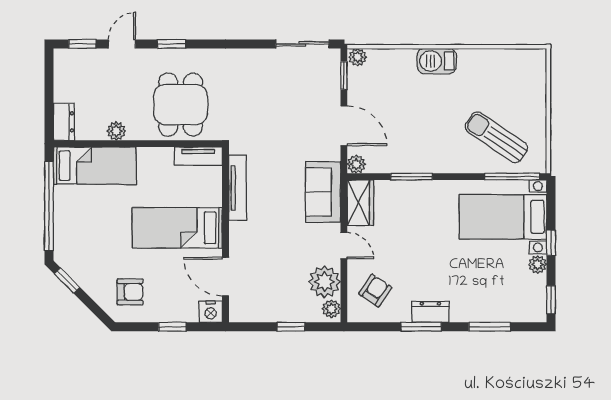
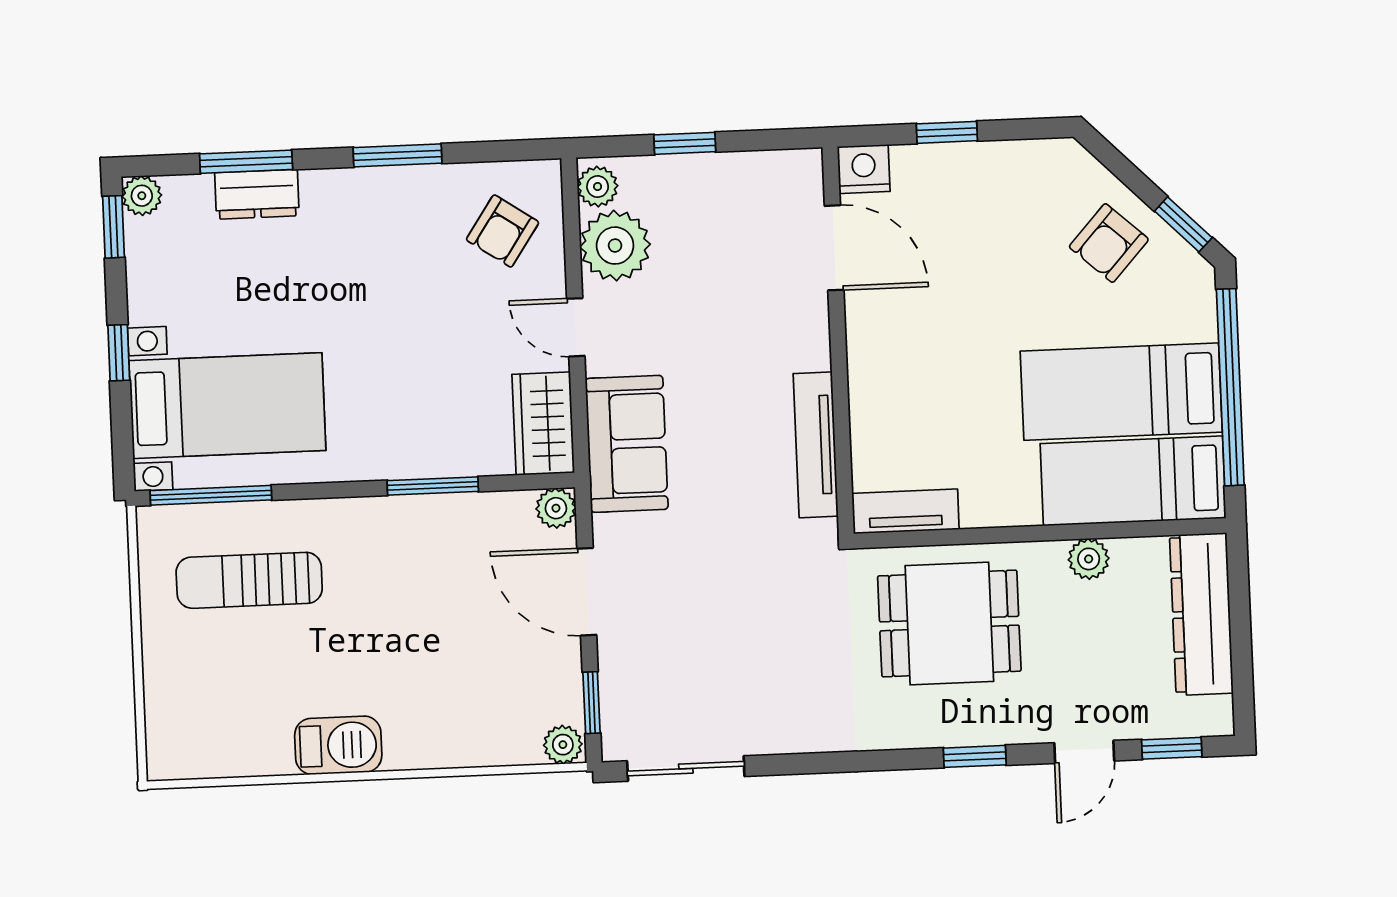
barbecue: (437, 61) -> (338, 745), moved
dining table: (181, 105) -> (949, 624), turned 90
dresser: (64, 122) -> (1201, 614), width x1.96, depth x1.24
sun lounger: (496, 137) -> (249, 580), turned 146
bed: (177, 228) -> (1121, 392), moved, turned 180
plant: (538, 264) -> (142, 196), moved
armchair: (130, 292) -> (1109, 243), moved, turned -48
dresser: (430, 312) -> (257, 194), moved

